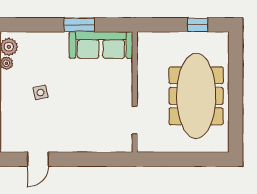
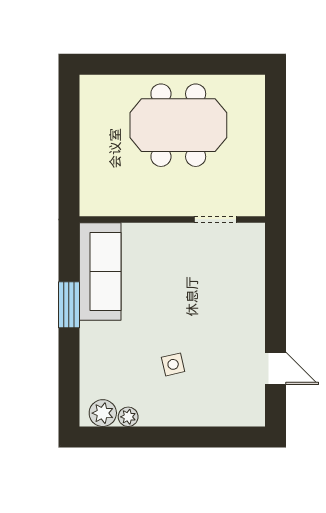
window: (198, 25) -> (69, 123), removed
meeting table: (196, 96) -> (178, 125), width x0.73

